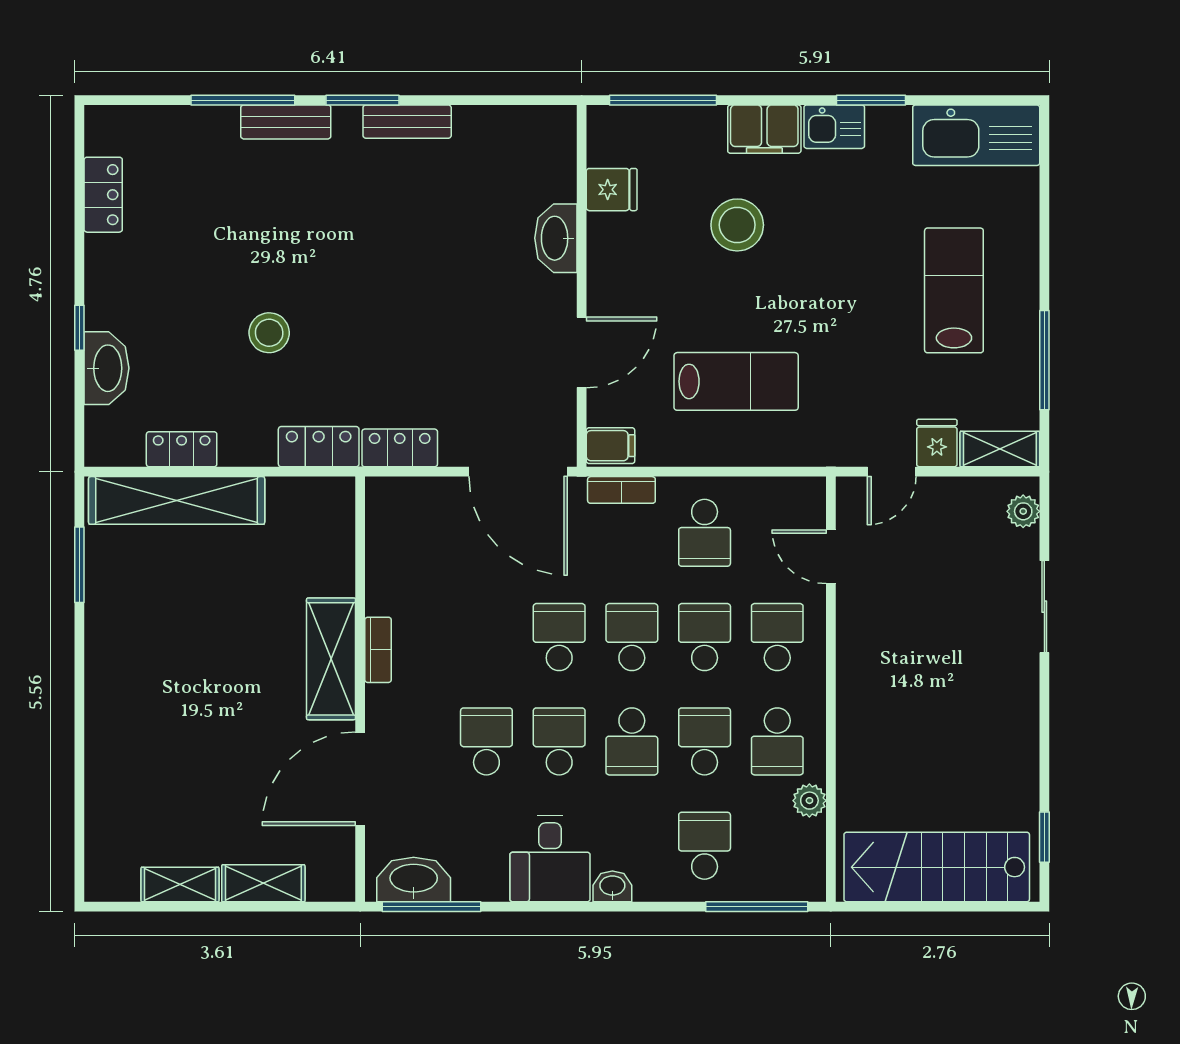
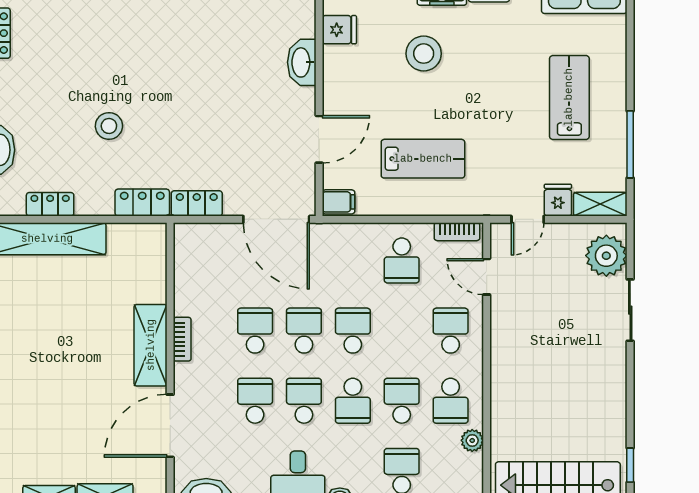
bookcase: (621, 490) -> (457, 232), moved
plant: (1023, 511) -> (606, 256), width x1.88, depth x1.88
school desk: (705, 637) -> (255, 331), moved

